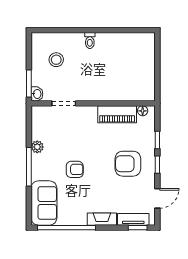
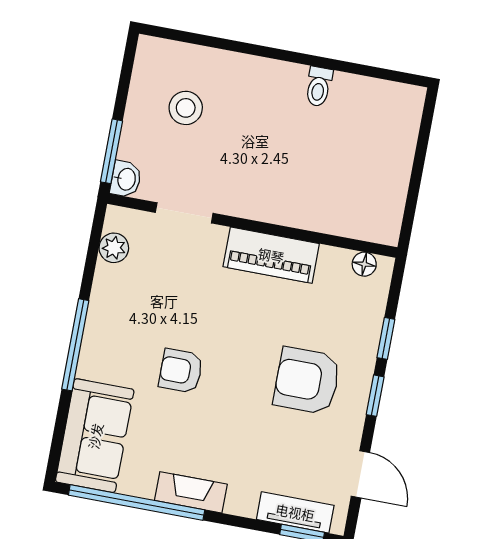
toilet: (90, 41) -> (319, 87), moved
piano: (117, 114) -> (271, 255), moved
plant: (37, 147) -> (114, 248), moved
armchair: (75, 169) -> (181, 371), turned 180
door: (157, 198) -> (360, 474), hinge flipped
fireplace: (102, 219) -> (191, 492), moved

